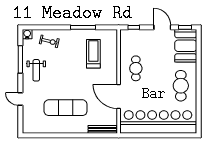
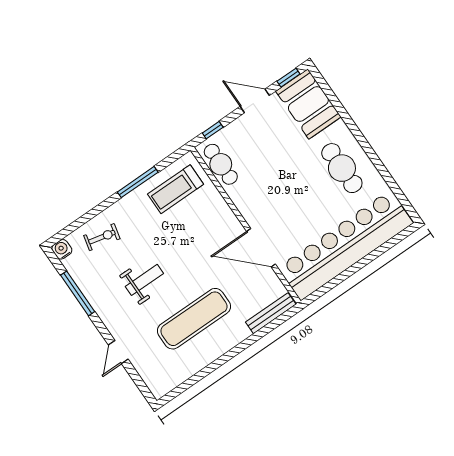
treadmill: (93, 54) -> (176, 189), moved, turned -90
cafe table: (136, 68) -> (221, 164), moved
weight bench: (36, 70) -> (144, 280), moved, turned -90
door: (20, 99) -> (118, 352), hinge flipped

